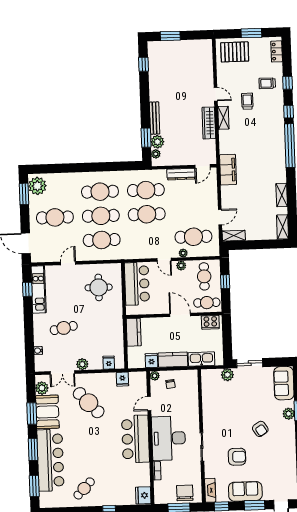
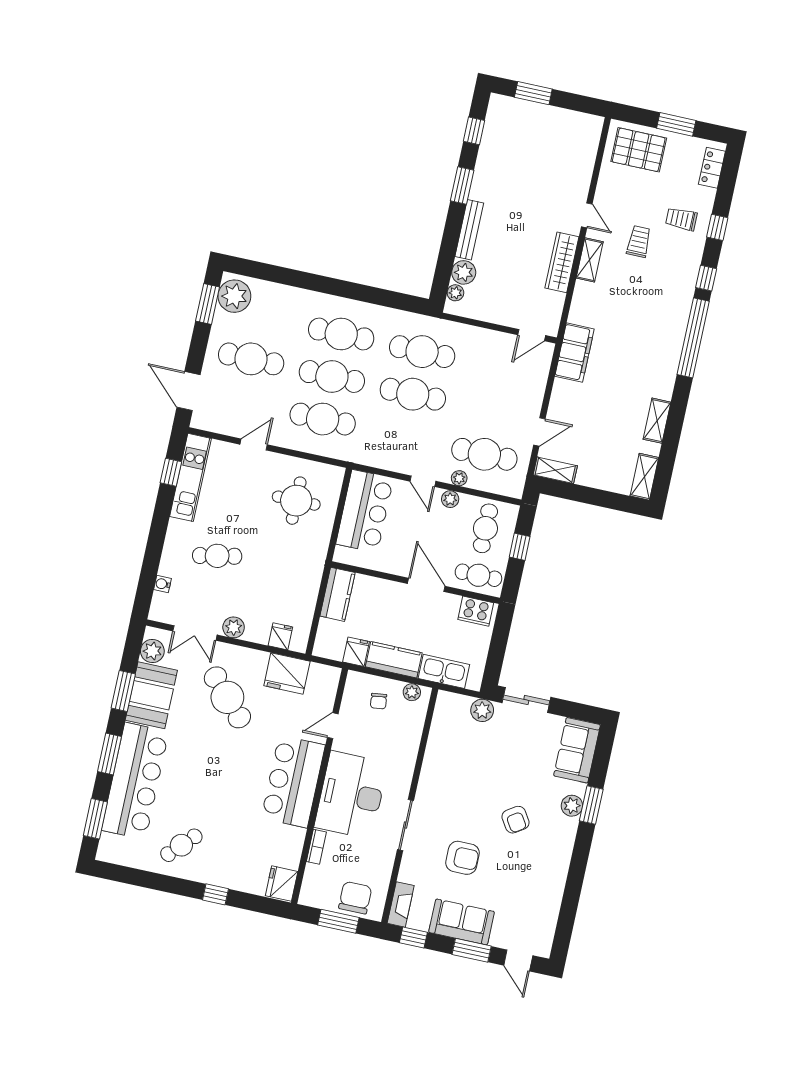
window: (146, 138) -> (462, 186), moved
dresser: (181, 174) -> (491, 339), removed
plant: (155, 376) -> (412, 692), moved
fridge: (122, 379) -> (287, 674), width x1.88, depth x1.34

